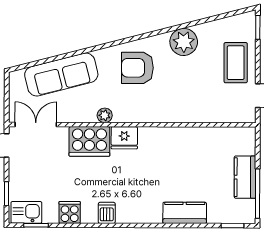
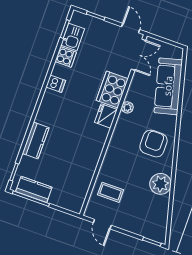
coffee table: (236, 63) -> (111, 192), moved, width x0.73, depth x0.77
kitchen counter: (245, 177) -> (34, 189), moved
kitchen sink: (26, 212) -> (73, 37), moved

